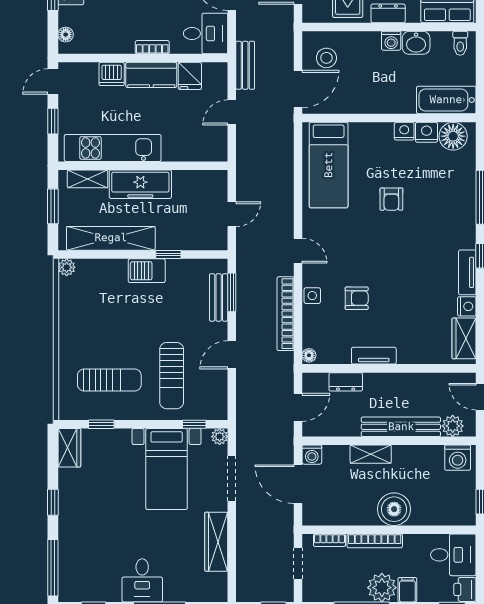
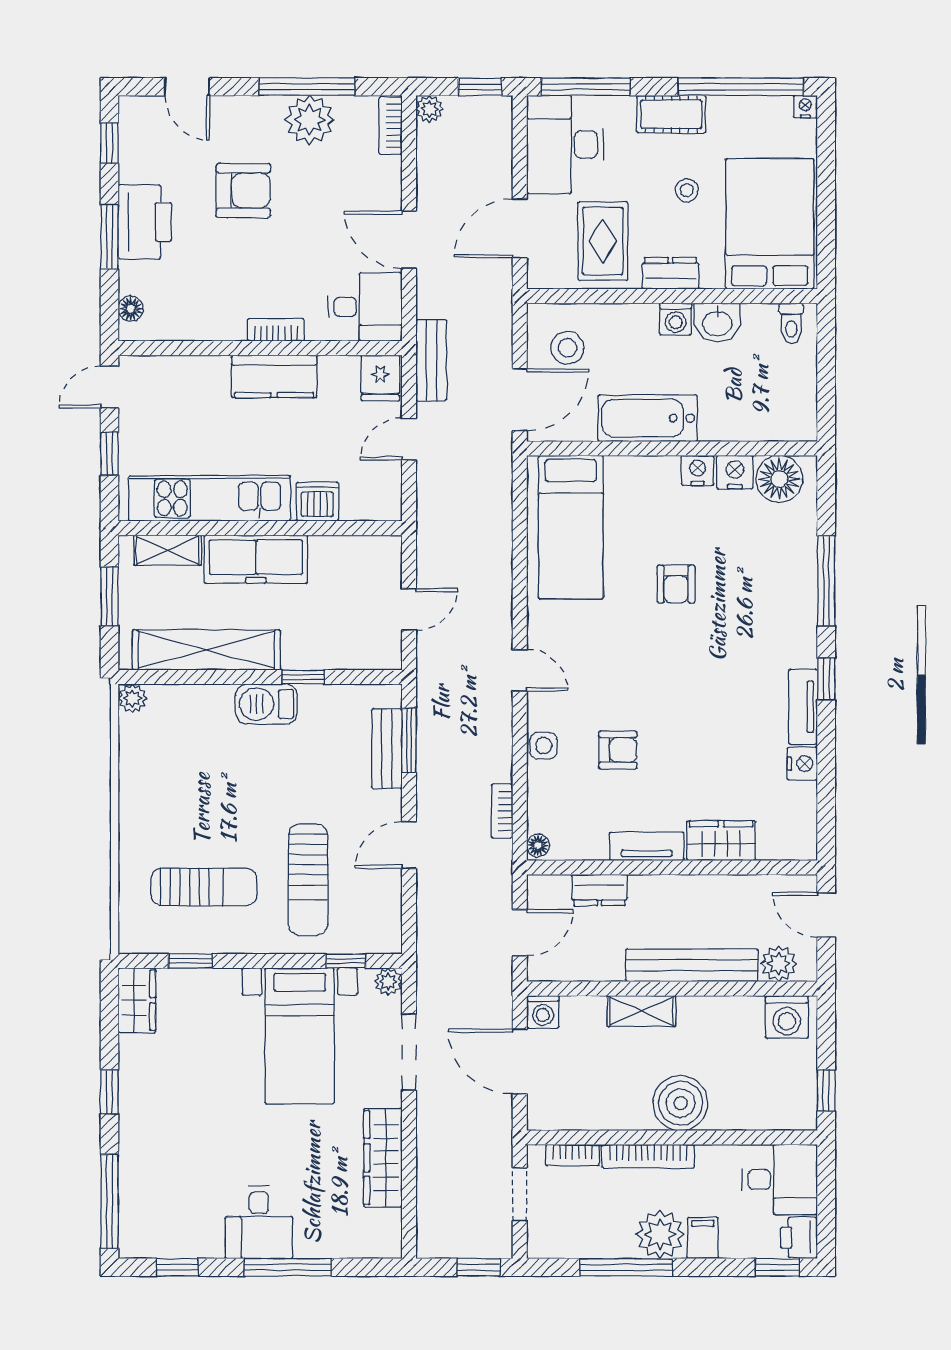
dishwasher: (112, 74) -> (317, 502), moved, turned 180
fridge: (190, 76) -> (380, 378), moved
bathtub: (446, 100) -> (648, 418), moved
bookcase: (285, 314) -> (502, 811), width x0.43, depth x0.76
wardrobe: (464, 338) -> (721, 841), moved, turned 90

